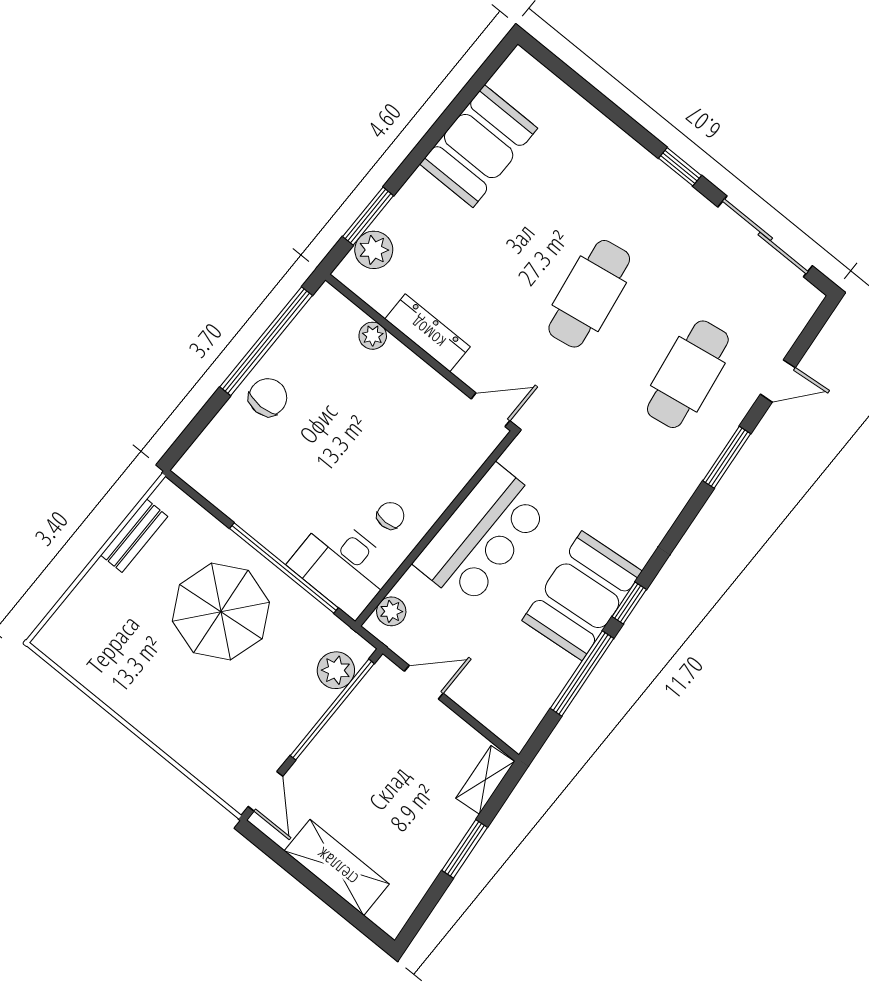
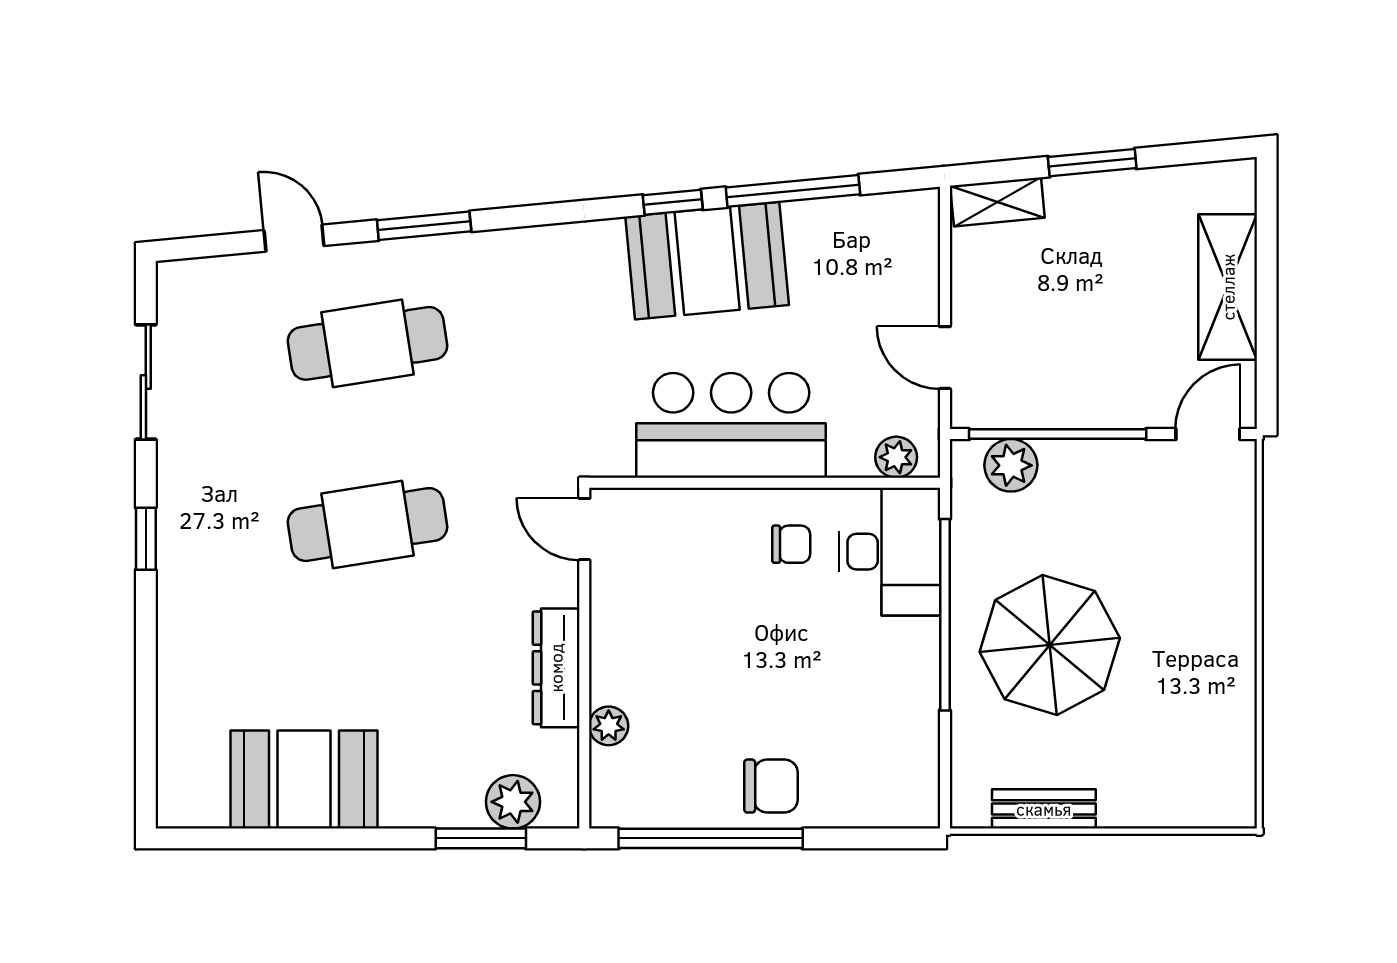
sliding door: (765, 236) -> (146, 382), width x0.73
chair: (268, 397) -> (771, 786), turned 180
chair: (390, 516) -> (791, 544), turned 180

